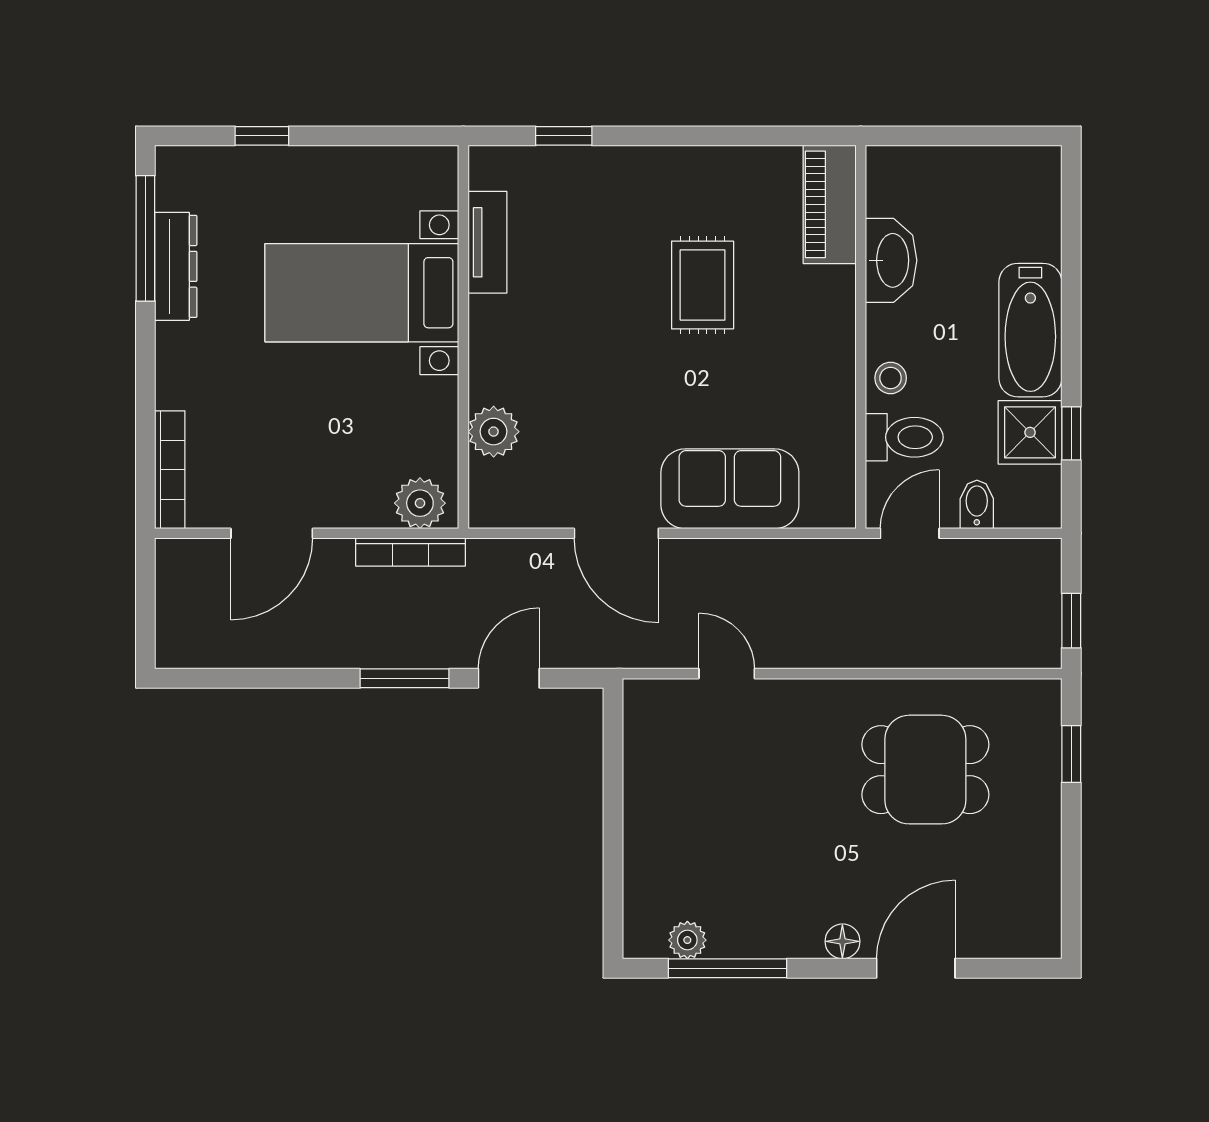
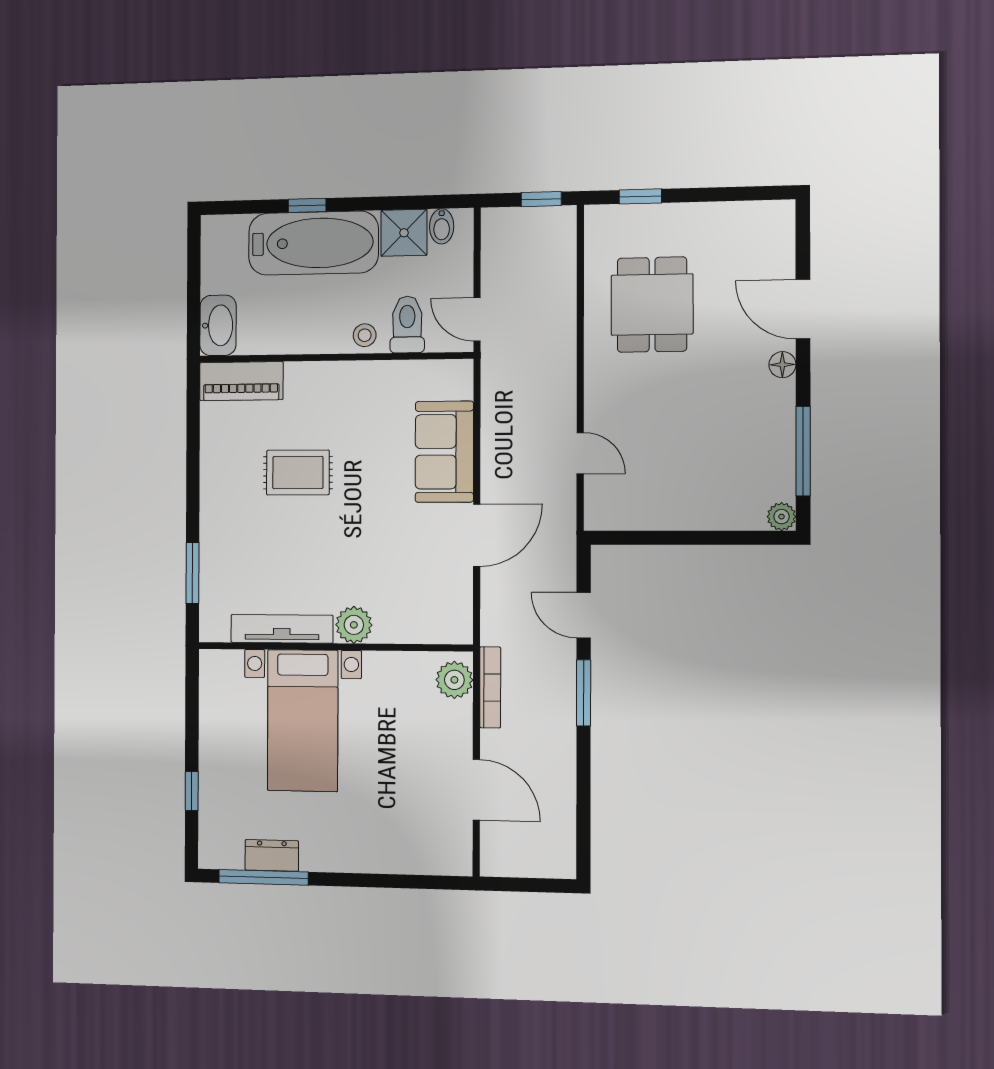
window: (564, 136) -> (193, 573), width x1.50
tv unit: (487, 242) -> (282, 629), width x1.41
washbasin: (891, 260) -> (218, 325), moved, turned 90
dresser: (176, 266) -> (272, 855), width x0.70
bathtub: (1030, 330) -> (313, 243), width x1.36, depth x1.36
plant: (494, 432) -> (354, 625), moved
window: (1071, 433) -> (307, 205), moved
bookcase: (170, 470) -> (430, 864), removed
bidet: (977, 504) -> (442, 226), moved, turned -90
door: (727, 674) -> (580, 453), swing flipped
plant: (687, 940) -> (782, 517), moved

